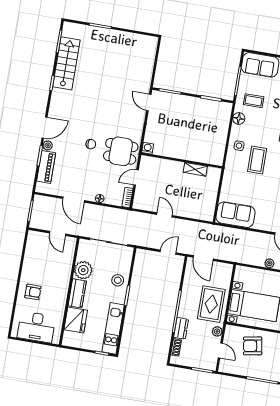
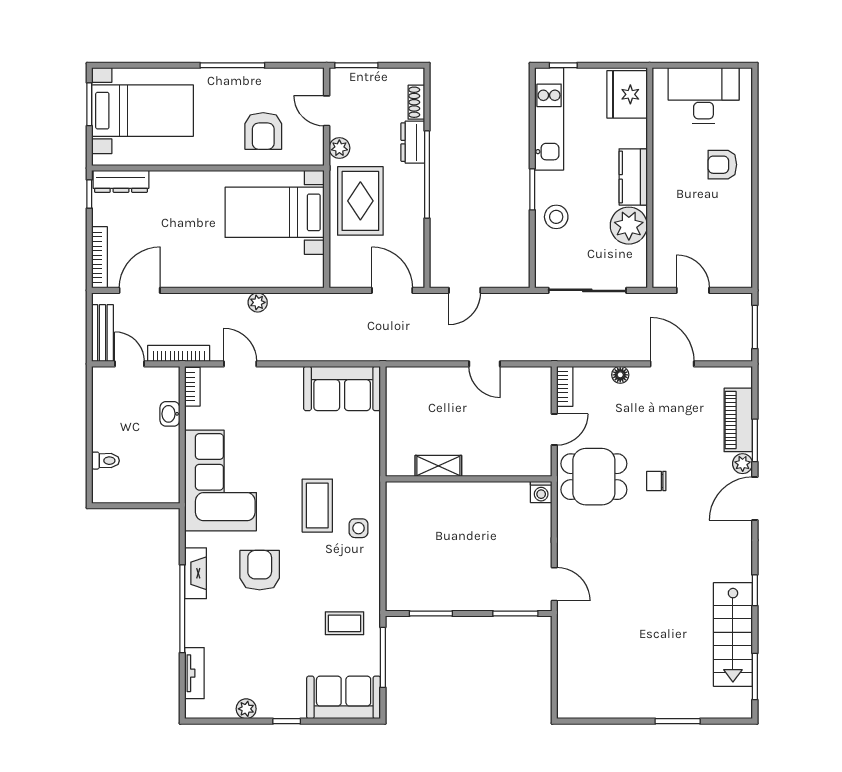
floor lamp: (239, 118) -> (368, 583), removed
fridge: (76, 320) -> (627, 94), moved
armchair: (253, 346) -> (263, 131), turned 100

